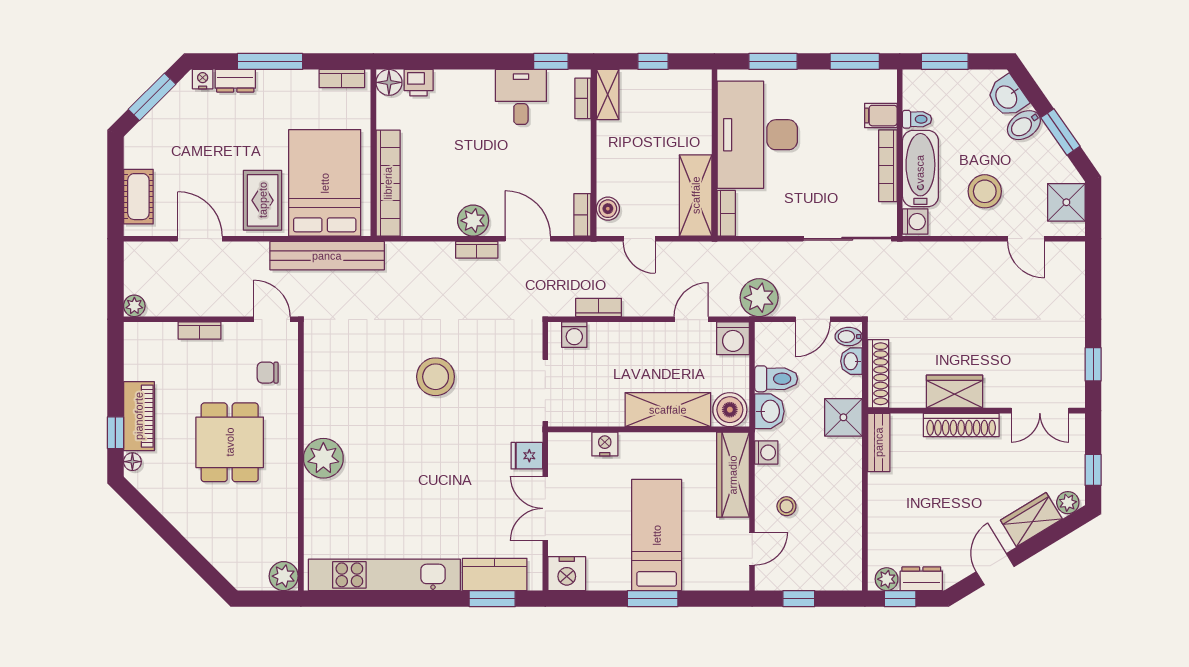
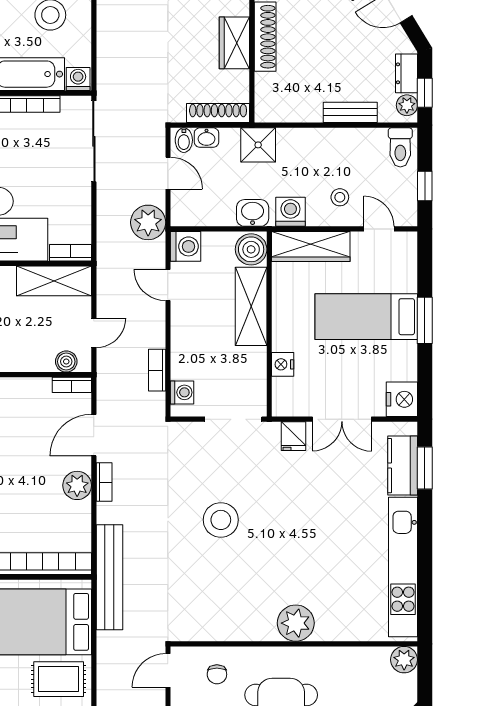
bench: (327, 256) -> (109, 577), moved
toilet: (776, 379) -> (400, 147), moved, turned 180
bench: (879, 442) -> (350, 112), moved
washing machine: (766, 453) -> (290, 212), width x1.38, depth x1.38

